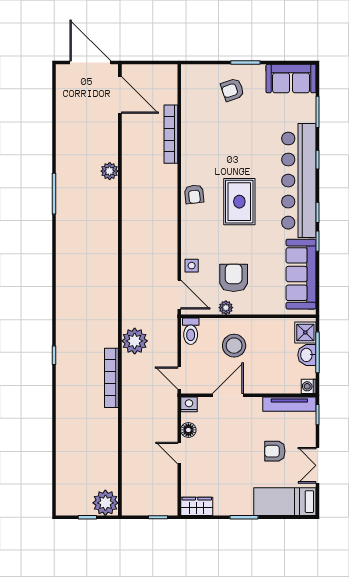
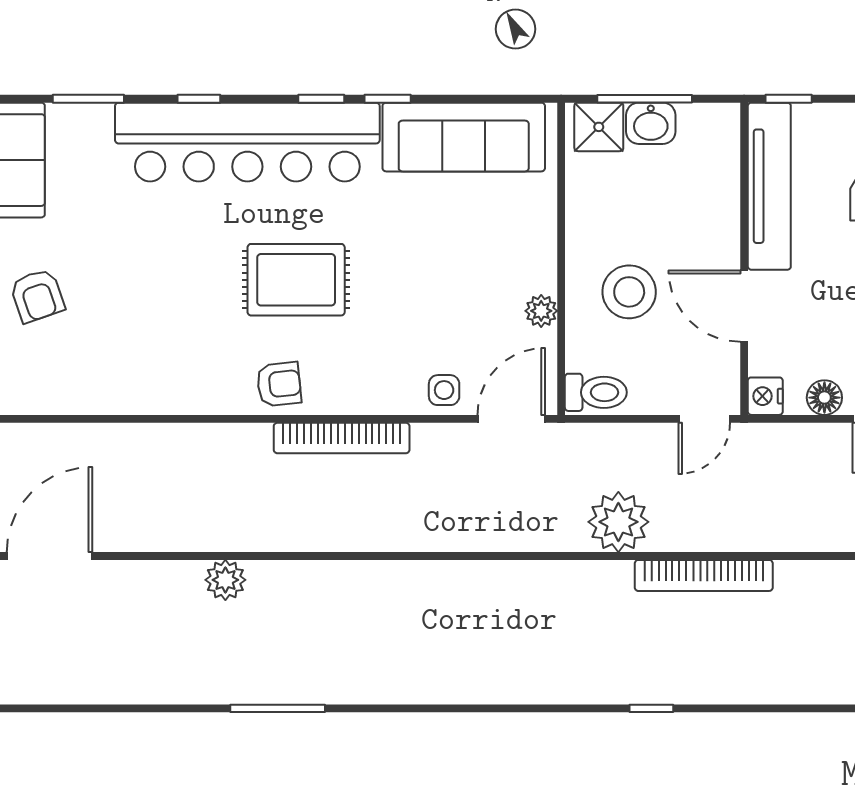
bookcase: (171, 134) -> (342, 438), moved
armchair: (234, 278) -> (472, 293), removed
washing machine: (309, 386) -> (723, 119), removed
tv unit: (289, 404) -> (769, 186), width x1.36, depth x1.29

